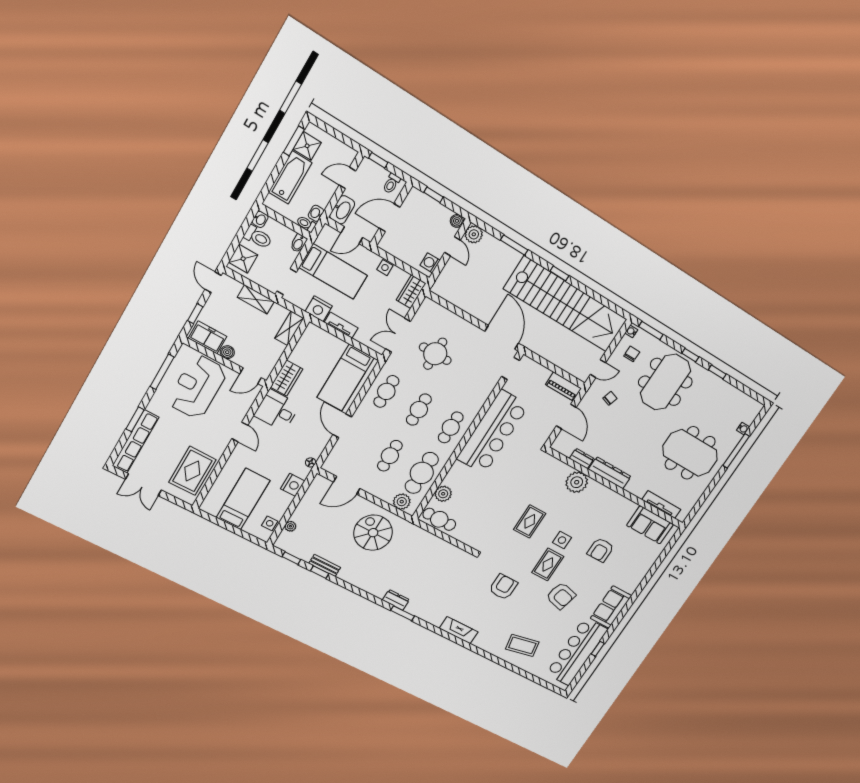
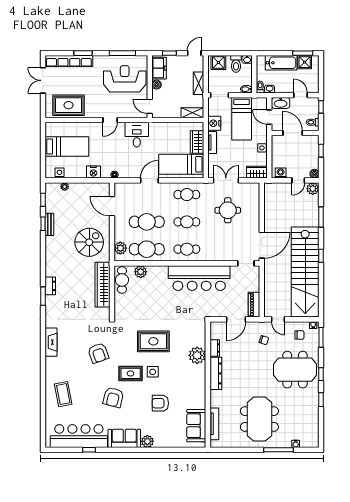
wardrobe: (287, 378) -> (197, 142), moved, turned 90
cafe table: (390, 456) -> (147, 222), width x1.37, depth x1.35
rug: (530, 521) -> (153, 341), width x1.36, depth x1.43
wardrobe: (431, 543) -> (102, 285), added
plant: (631, 585) -> (147, 441), added
armchair: (503, 587) -> (98, 353), turned 70

